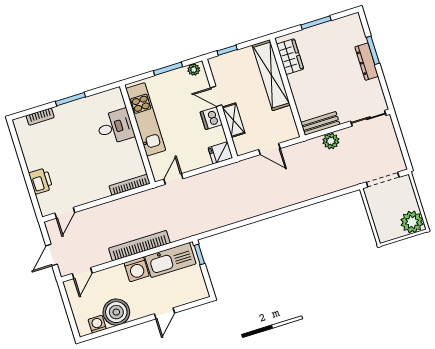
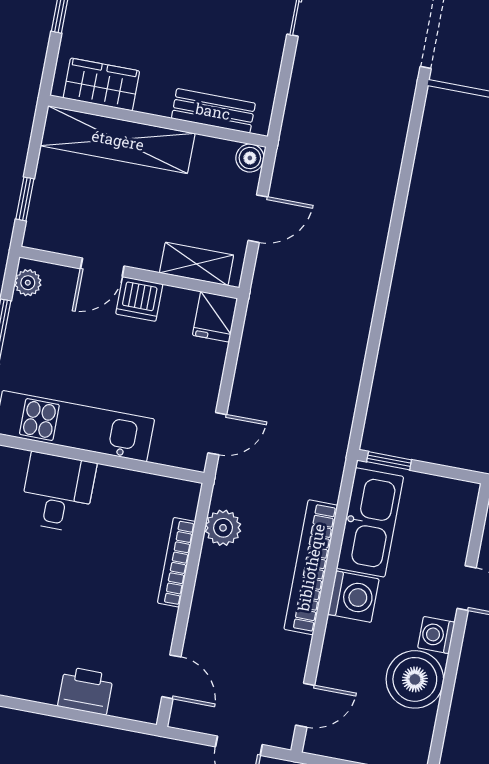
shelving: (233, 120) -> (197, 264), moved
bench: (320, 123) -> (213, 111), moved, turned 90
boiler: (292, 133) -> (250, 158), added
plant: (331, 141) -> (223, 528), moved
door: (173, 179) -> (217, 434), swing flipped
bookcase: (130, 185) -> (176, 562), moved
door: (82, 273) -> (305, 705), hinge flipped
washing machine: (97, 324) -> (436, 635), moved

